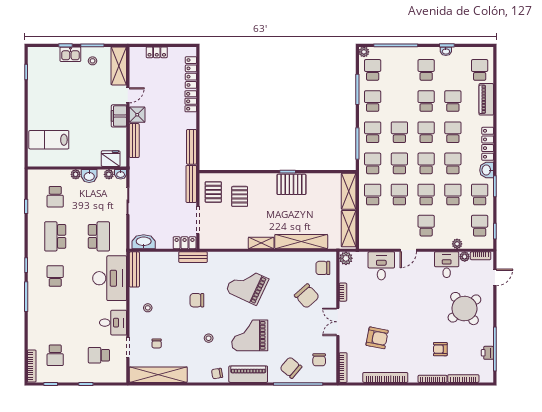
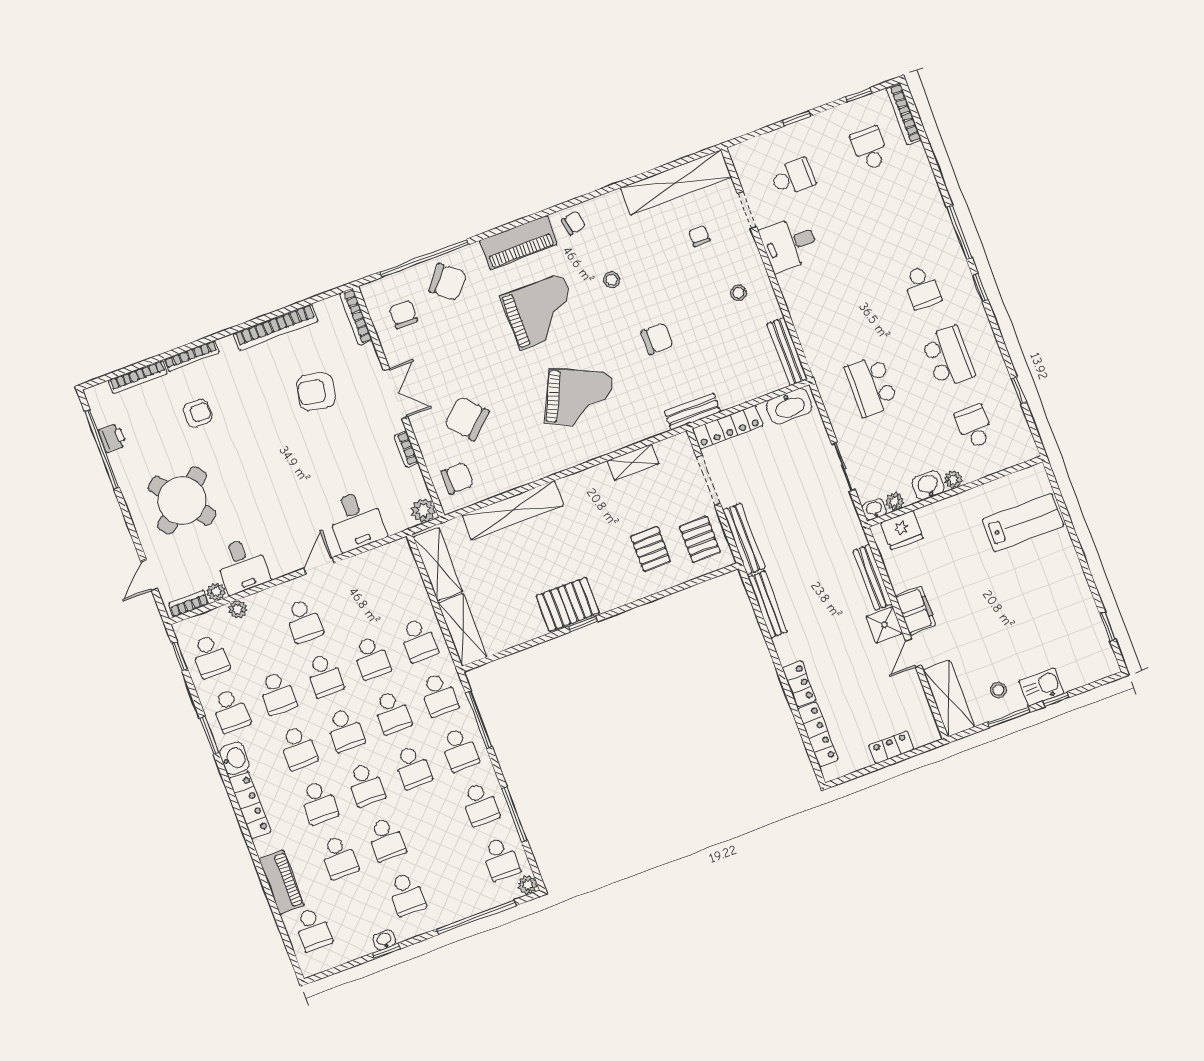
locker: (185, 243) -> (728, 427), width x1.53
shelving: (261, 243) -> (633, 462), moved
desk: (110, 278) -> (825, 320), removed

